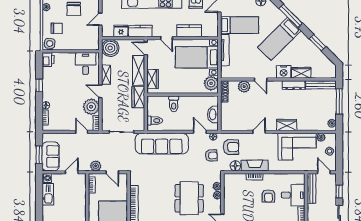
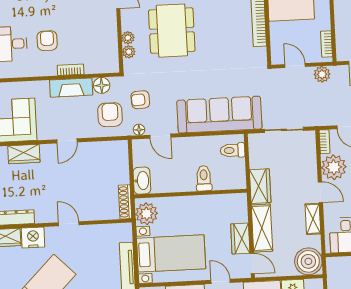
wardrobe: (153, 79) -> (240, 239), moved
plant: (244, 87) -> (94, 211), removed
washbasin: (213, 114) -> (142, 181), moved
armchair: (231, 147) -> (110, 115), turned 90

